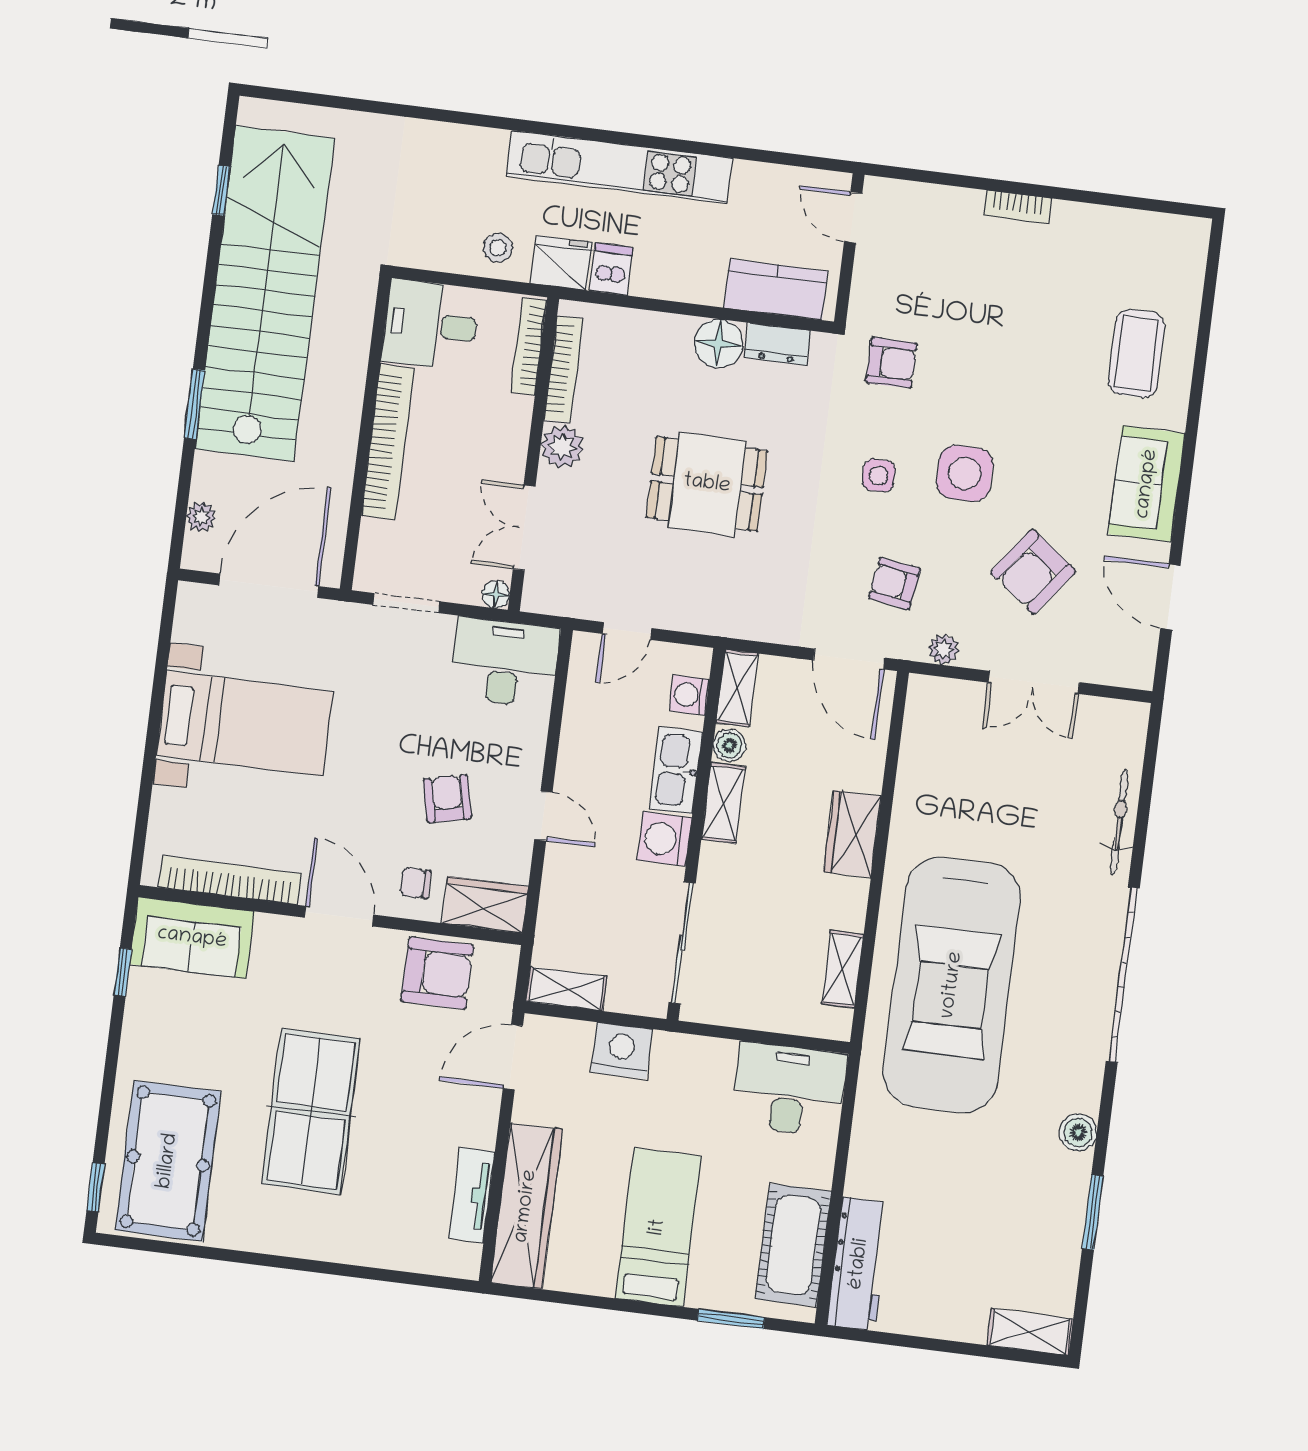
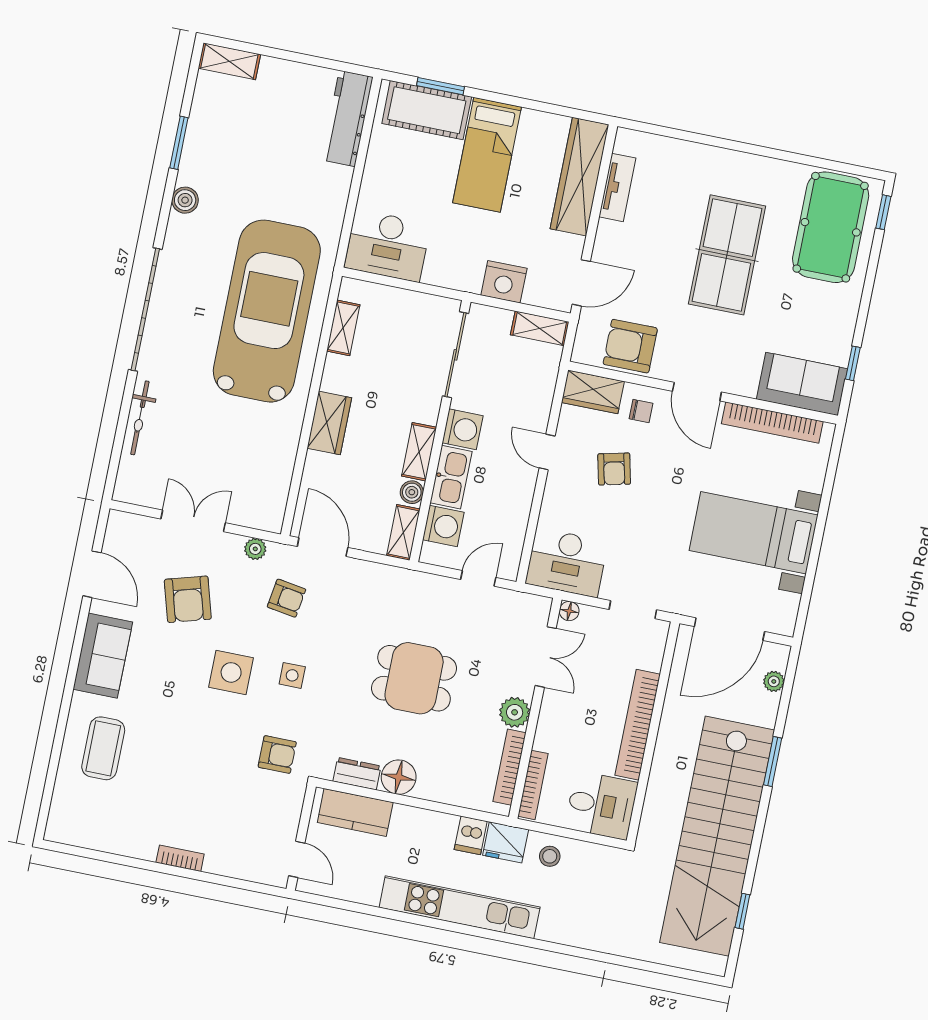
armchair: (891, 363) -> (277, 754), turned 180
armchair: (1033, 572) -> (188, 599), turned 127
washing machine: (689, 695) -> (443, 526), width x1.38, depth x1.38
cot: (793, 1245) -> (427, 110), moved, turned 90

